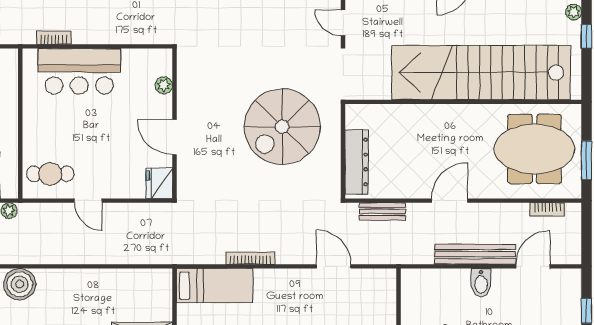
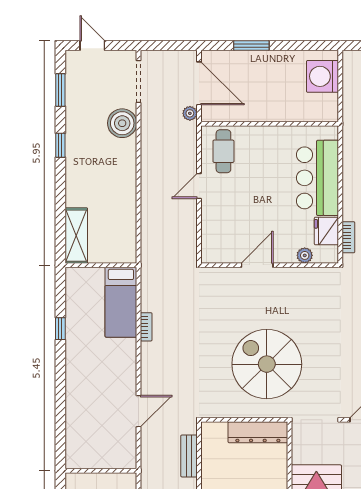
bookcase: (54, 38) -> (348, 237), moved
dresser: (357, 162) -> (258, 432), moved
fridge: (159, 183) -> (326, 231), moved, turned -90
bookcase: (250, 258) -> (146, 327), width x0.64

